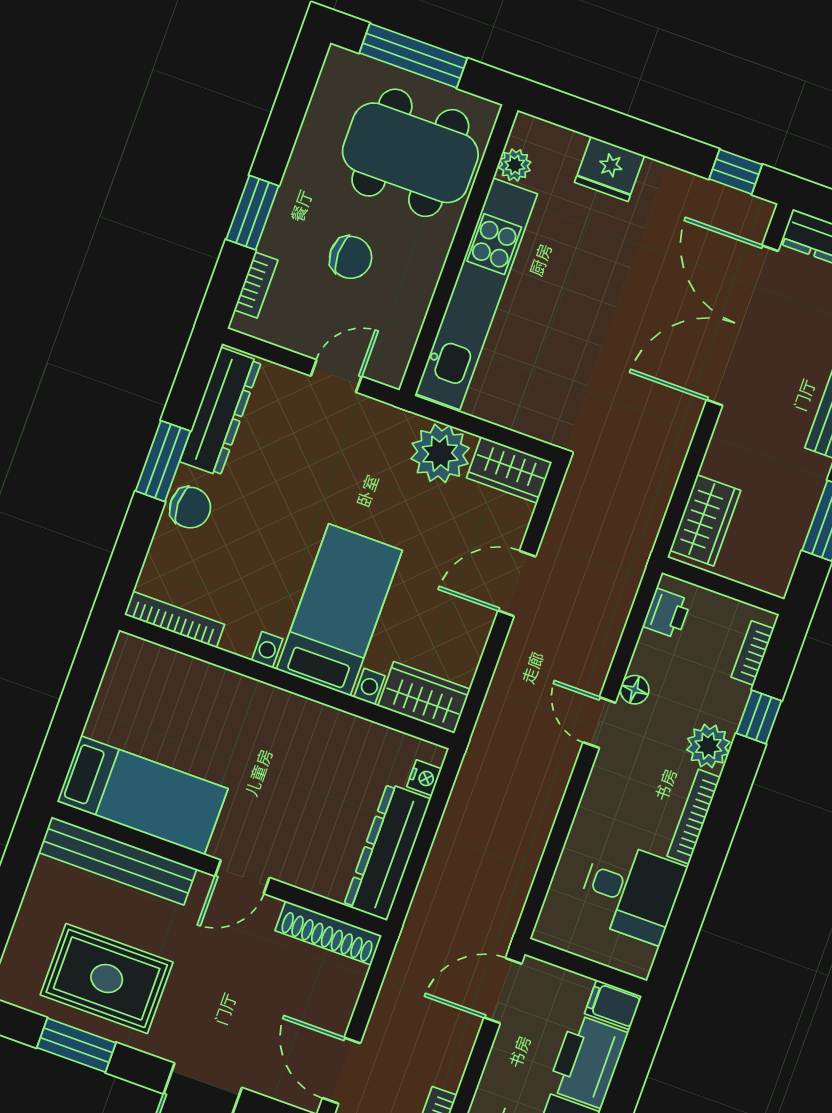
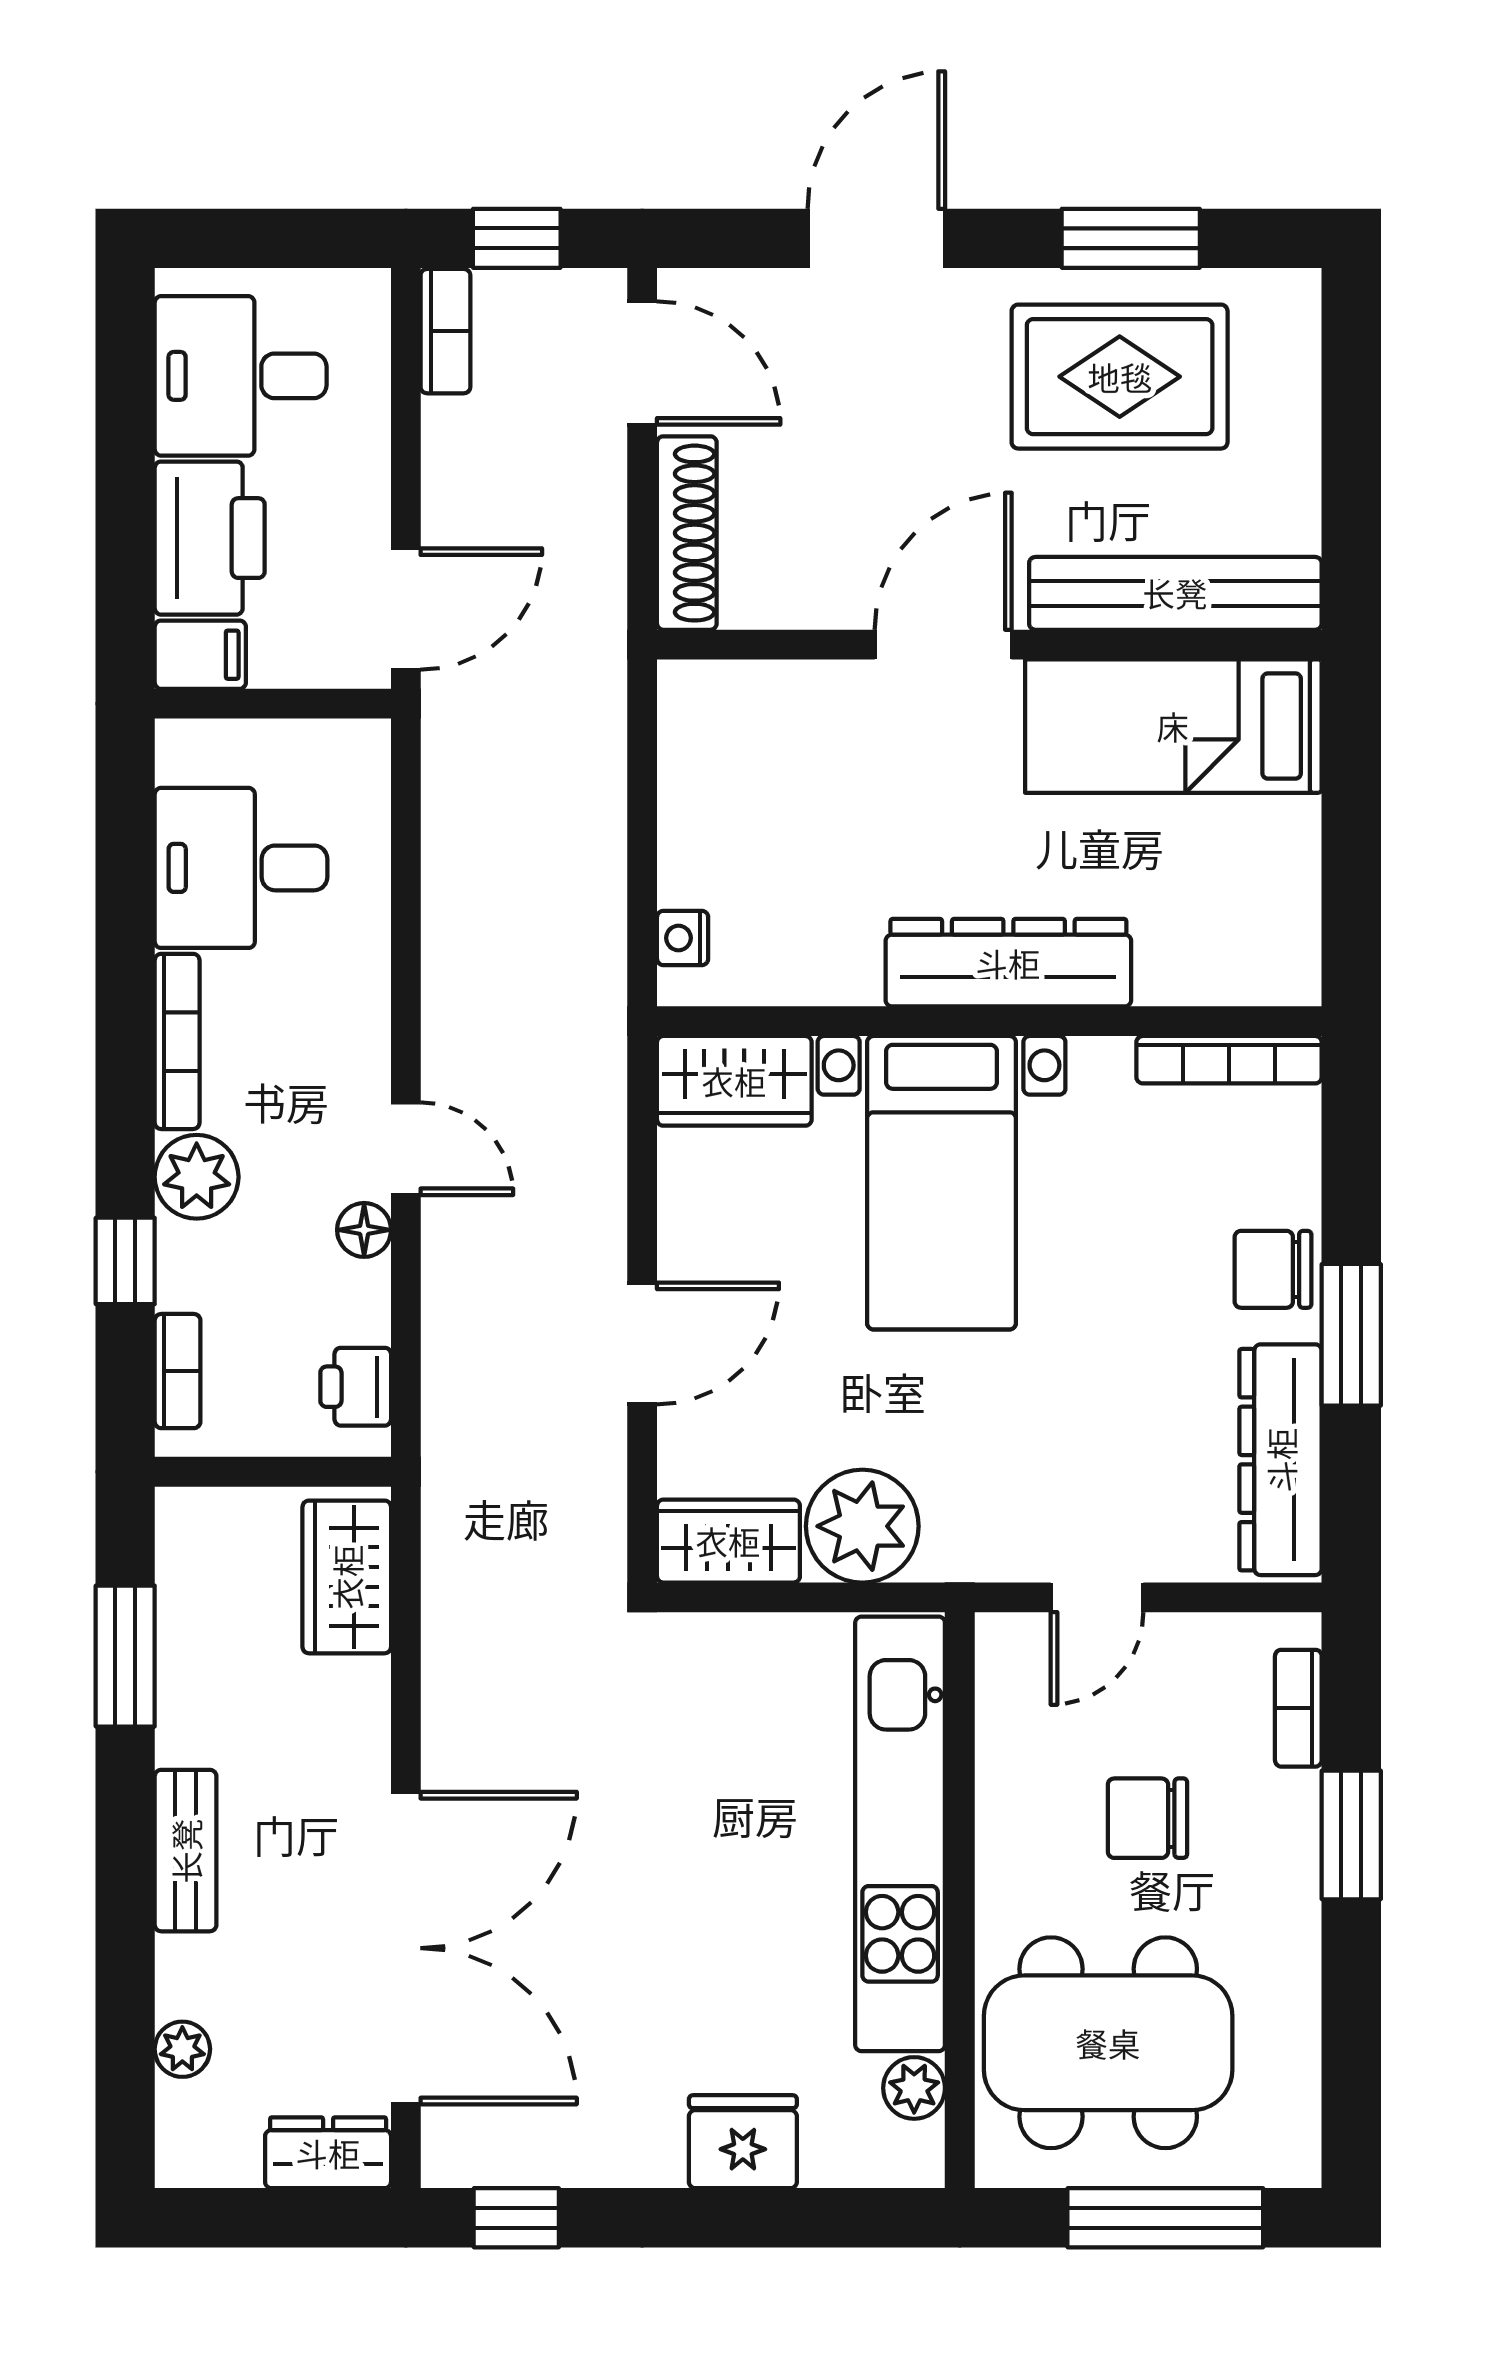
dresser: (387, 852) -> (1008, 963), moved, turned -90
door: (242, 877) -> (943, 645), width x1.37
shoe rack: (328, 933) -> (687, 533), moved, turned 90

